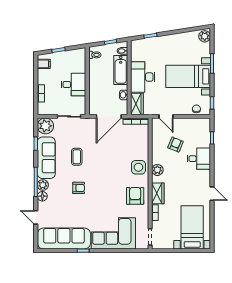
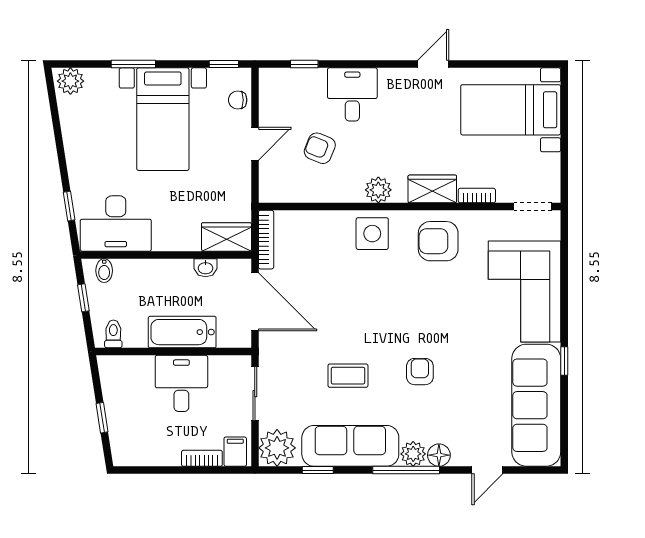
filing cabinet: (44, 64) -> (235, 452), moved
bathtub: (121, 70) -> (182, 332), moved, turned 180
desk: (143, 77) -> (116, 224), moved
door: (166, 116) -> (255, 144), moved

